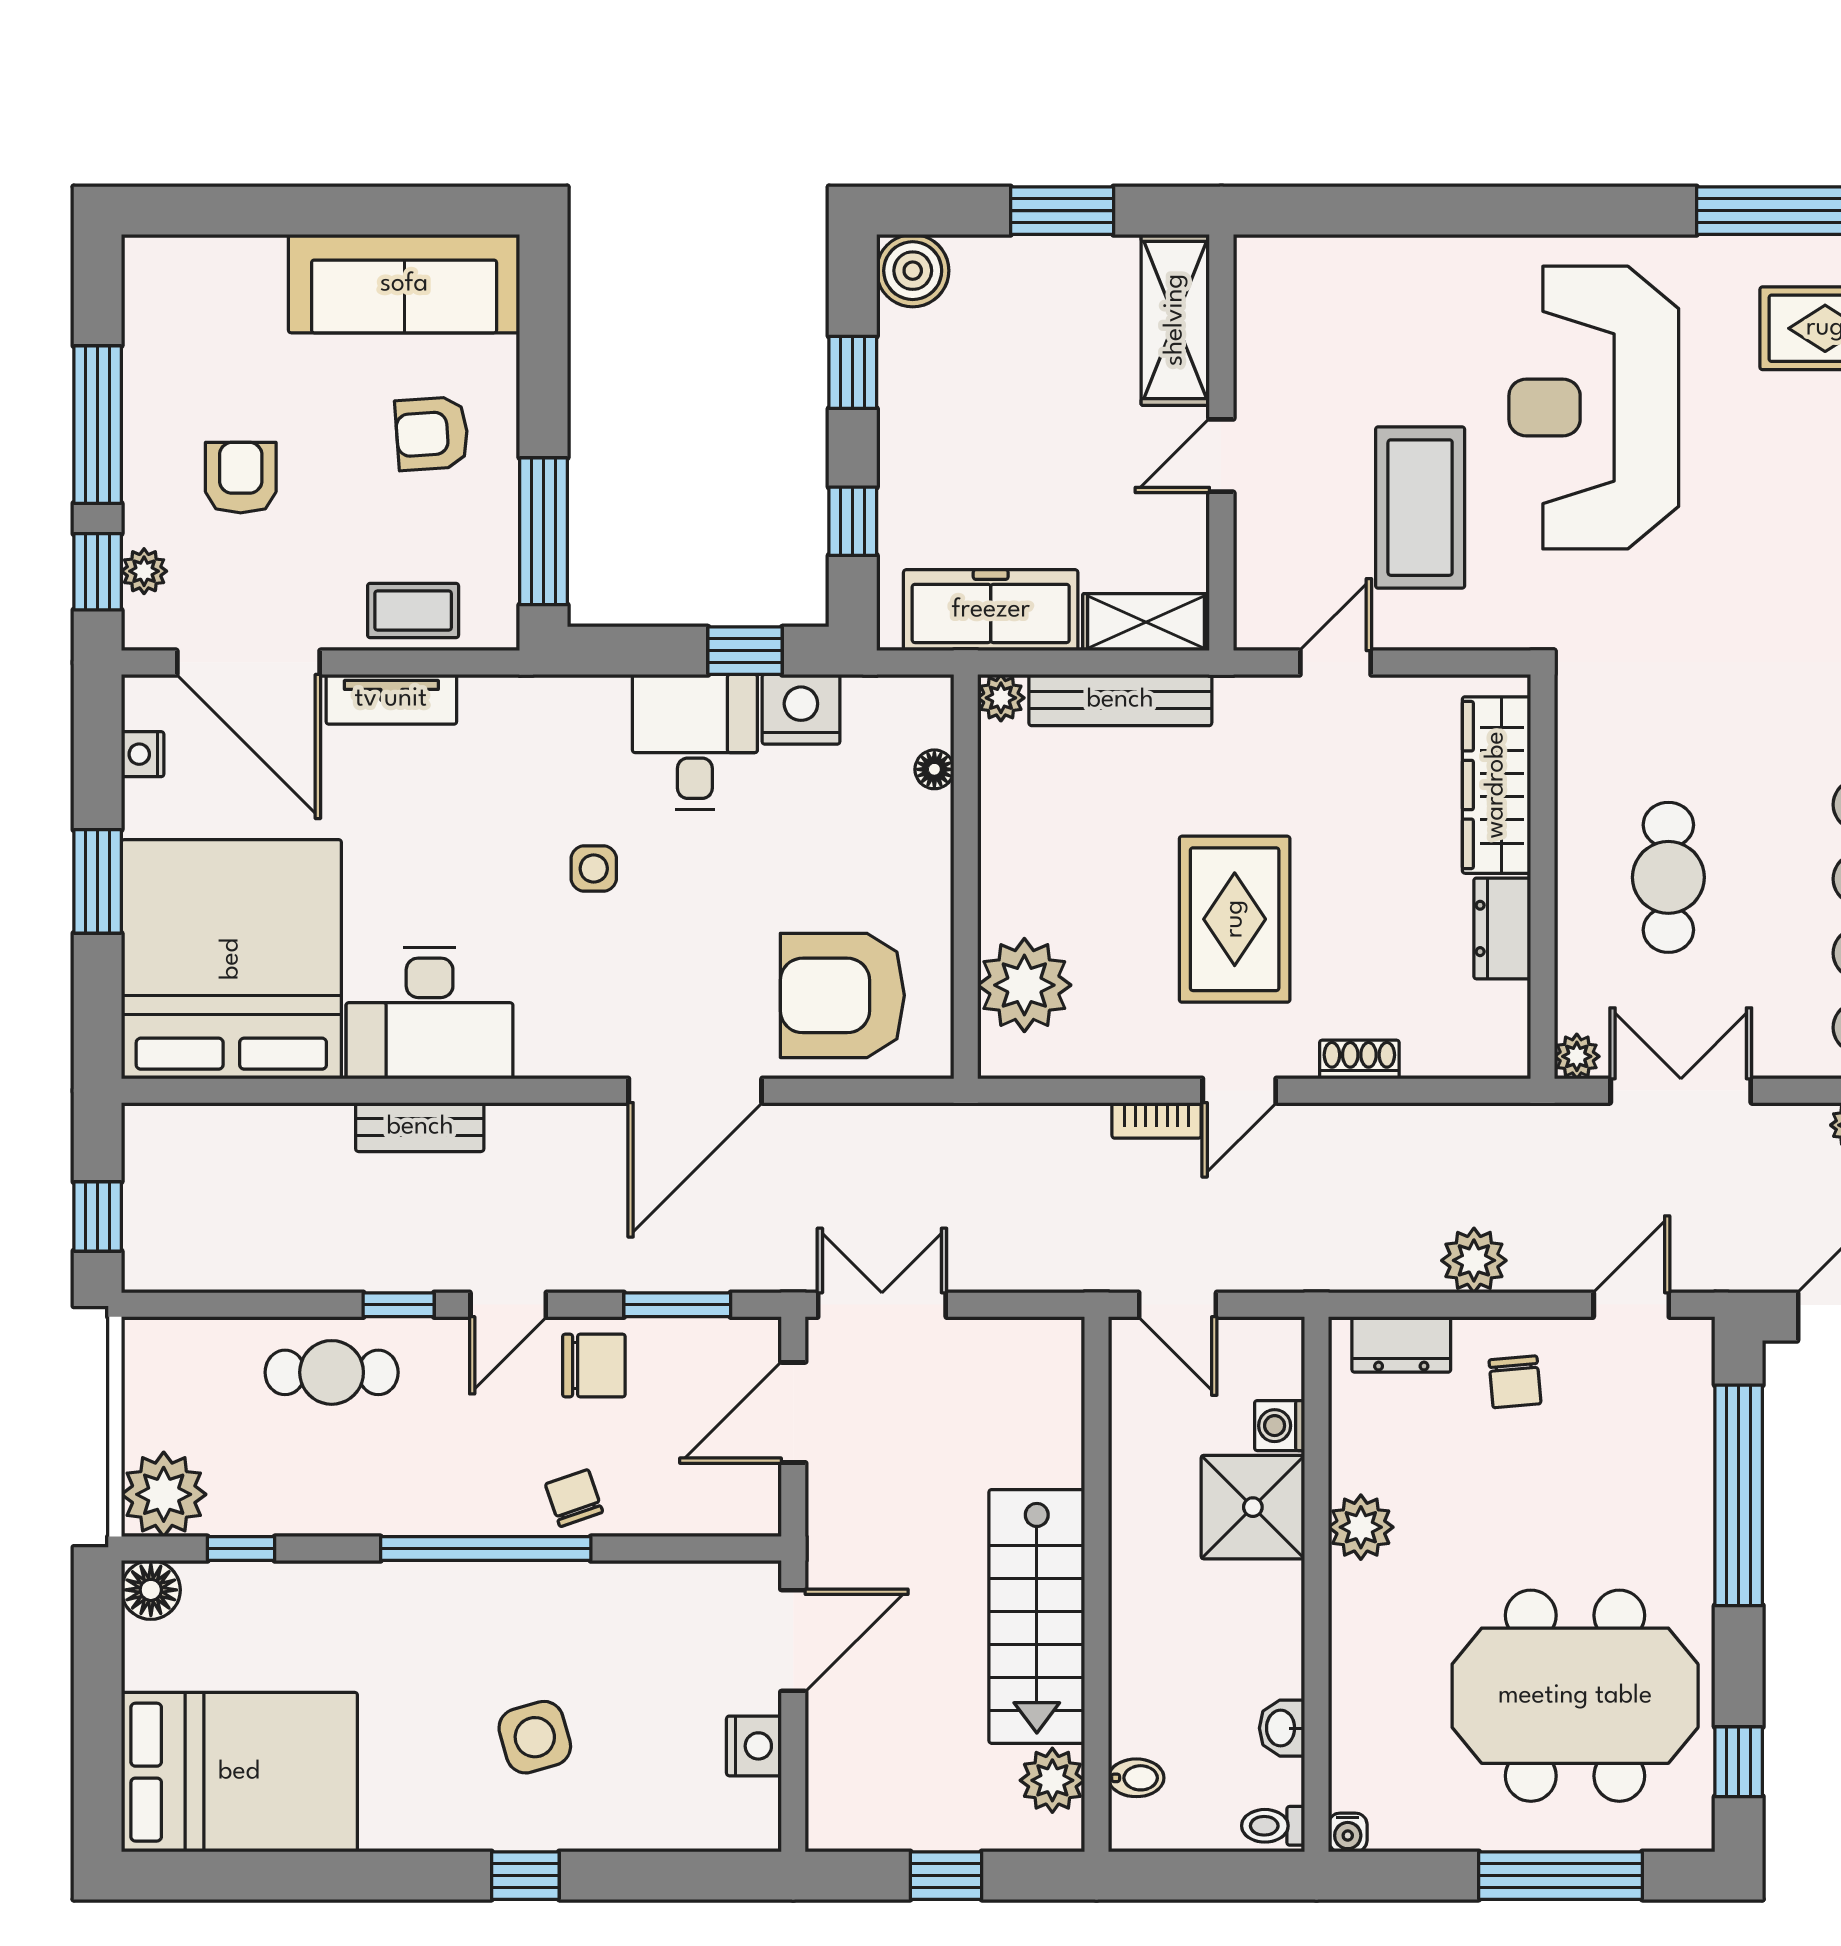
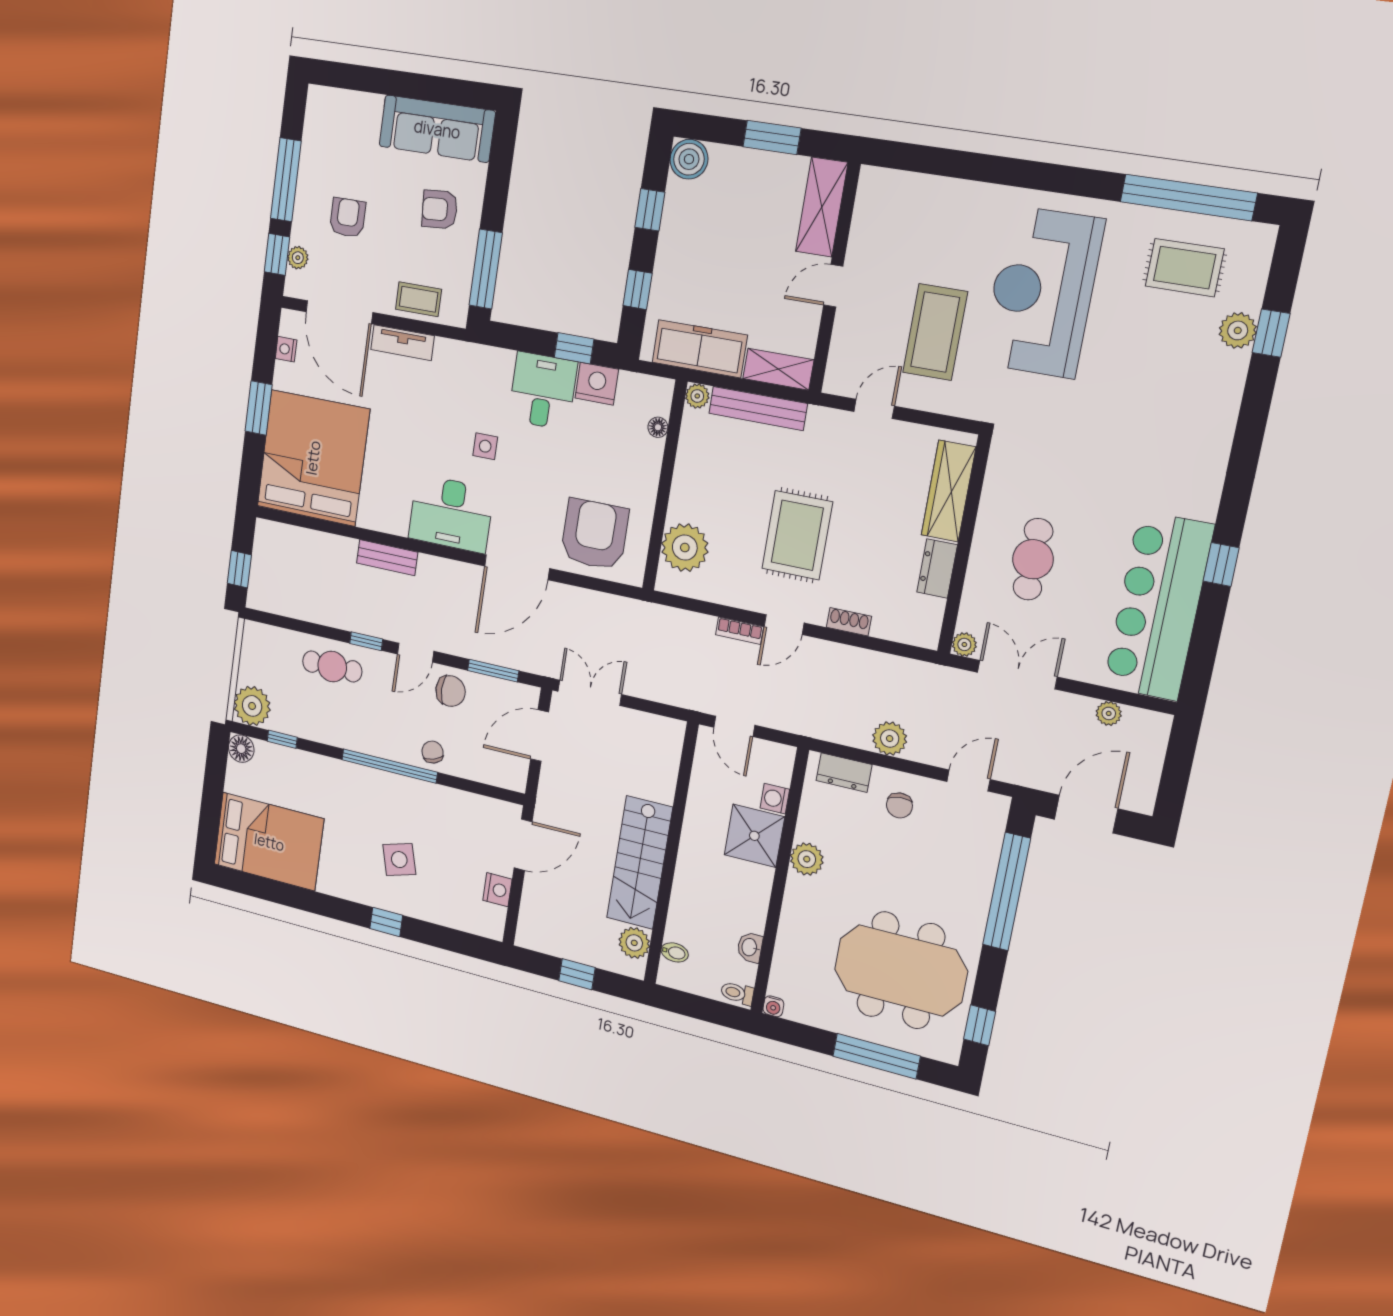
armchair: (842, 995) -> (595, 534), turned 90
desk: (430, 1013) -> (451, 514), moved

